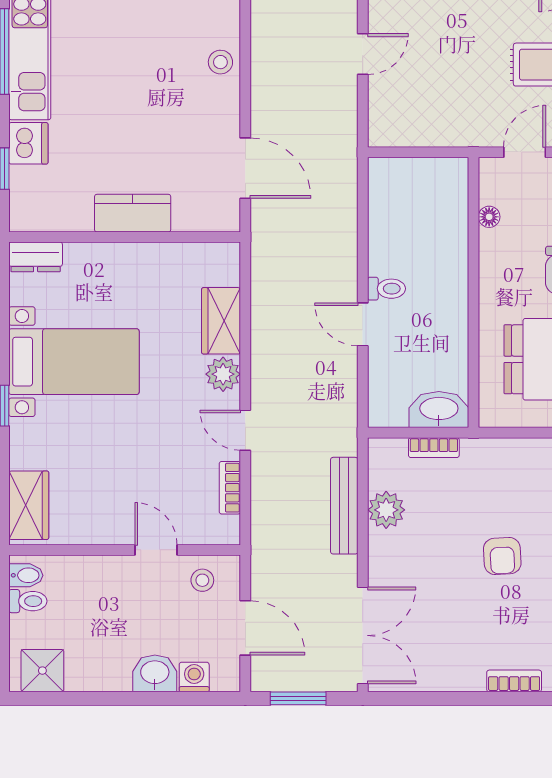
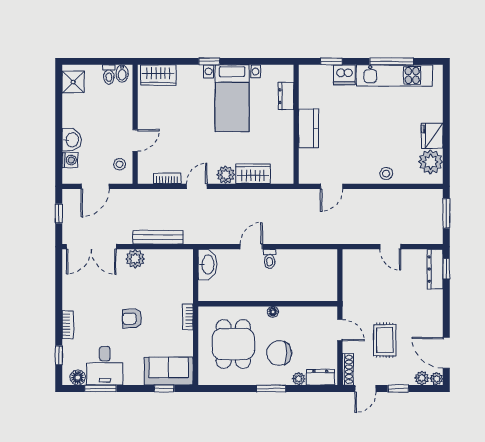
door: (245, 168) -> (332, 186), width x0.73
floor lamp: (489, 217) -> (273, 312), moved
dresser: (36, 257) -> (286, 96), moved
washbasin: (439, 410) -> (207, 265), moved
bookcase: (434, 448) -> (188, 317), moved
plant: (386, 510) -> (135, 259), moved
window: (298, 698) -> (59, 214), width x0.67

